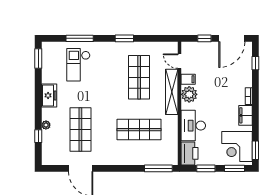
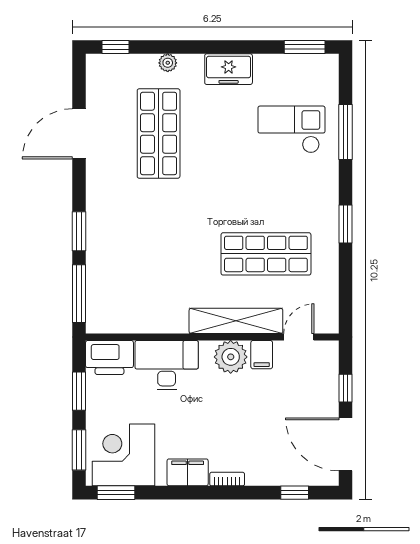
shop shelf: (80, 130) -> (159, 133), turned 90
shop shelf: (139, 130) -> (159, 254), removed
window: (38, 136) -> (115, 47), moved
window: (128, 168) -> (79, 231), added

